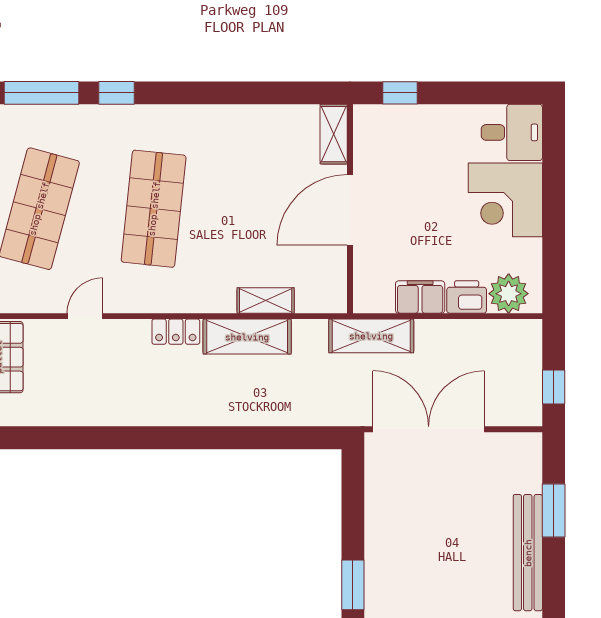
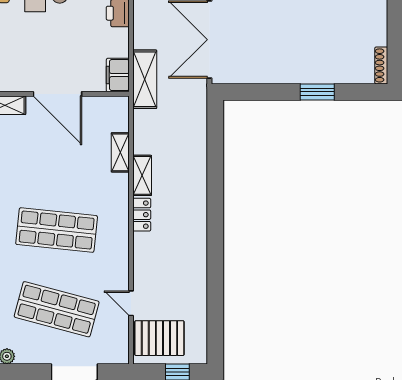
filing cabinet: (420, 297) -> (118, 75), moved
door: (85, 316) -> (131, 303), moved
shelving: (247, 337) -> (142, 175), width x0.67, depth x0.75

